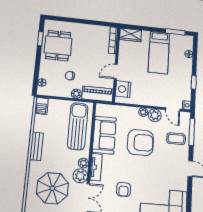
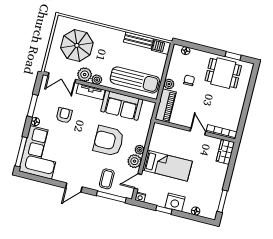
bed: (159, 53) -> (167, 166), moved, turned 180
door: (116, 72) -> (198, 131), moved
nightstand: (123, 89) -> (175, 202), moved, turned 180
armchair: (140, 142) -> (109, 141), turned 90
bench: (36, 146) -> (138, 40), moved
armchair: (124, 189) -> (64, 115), turned 90

